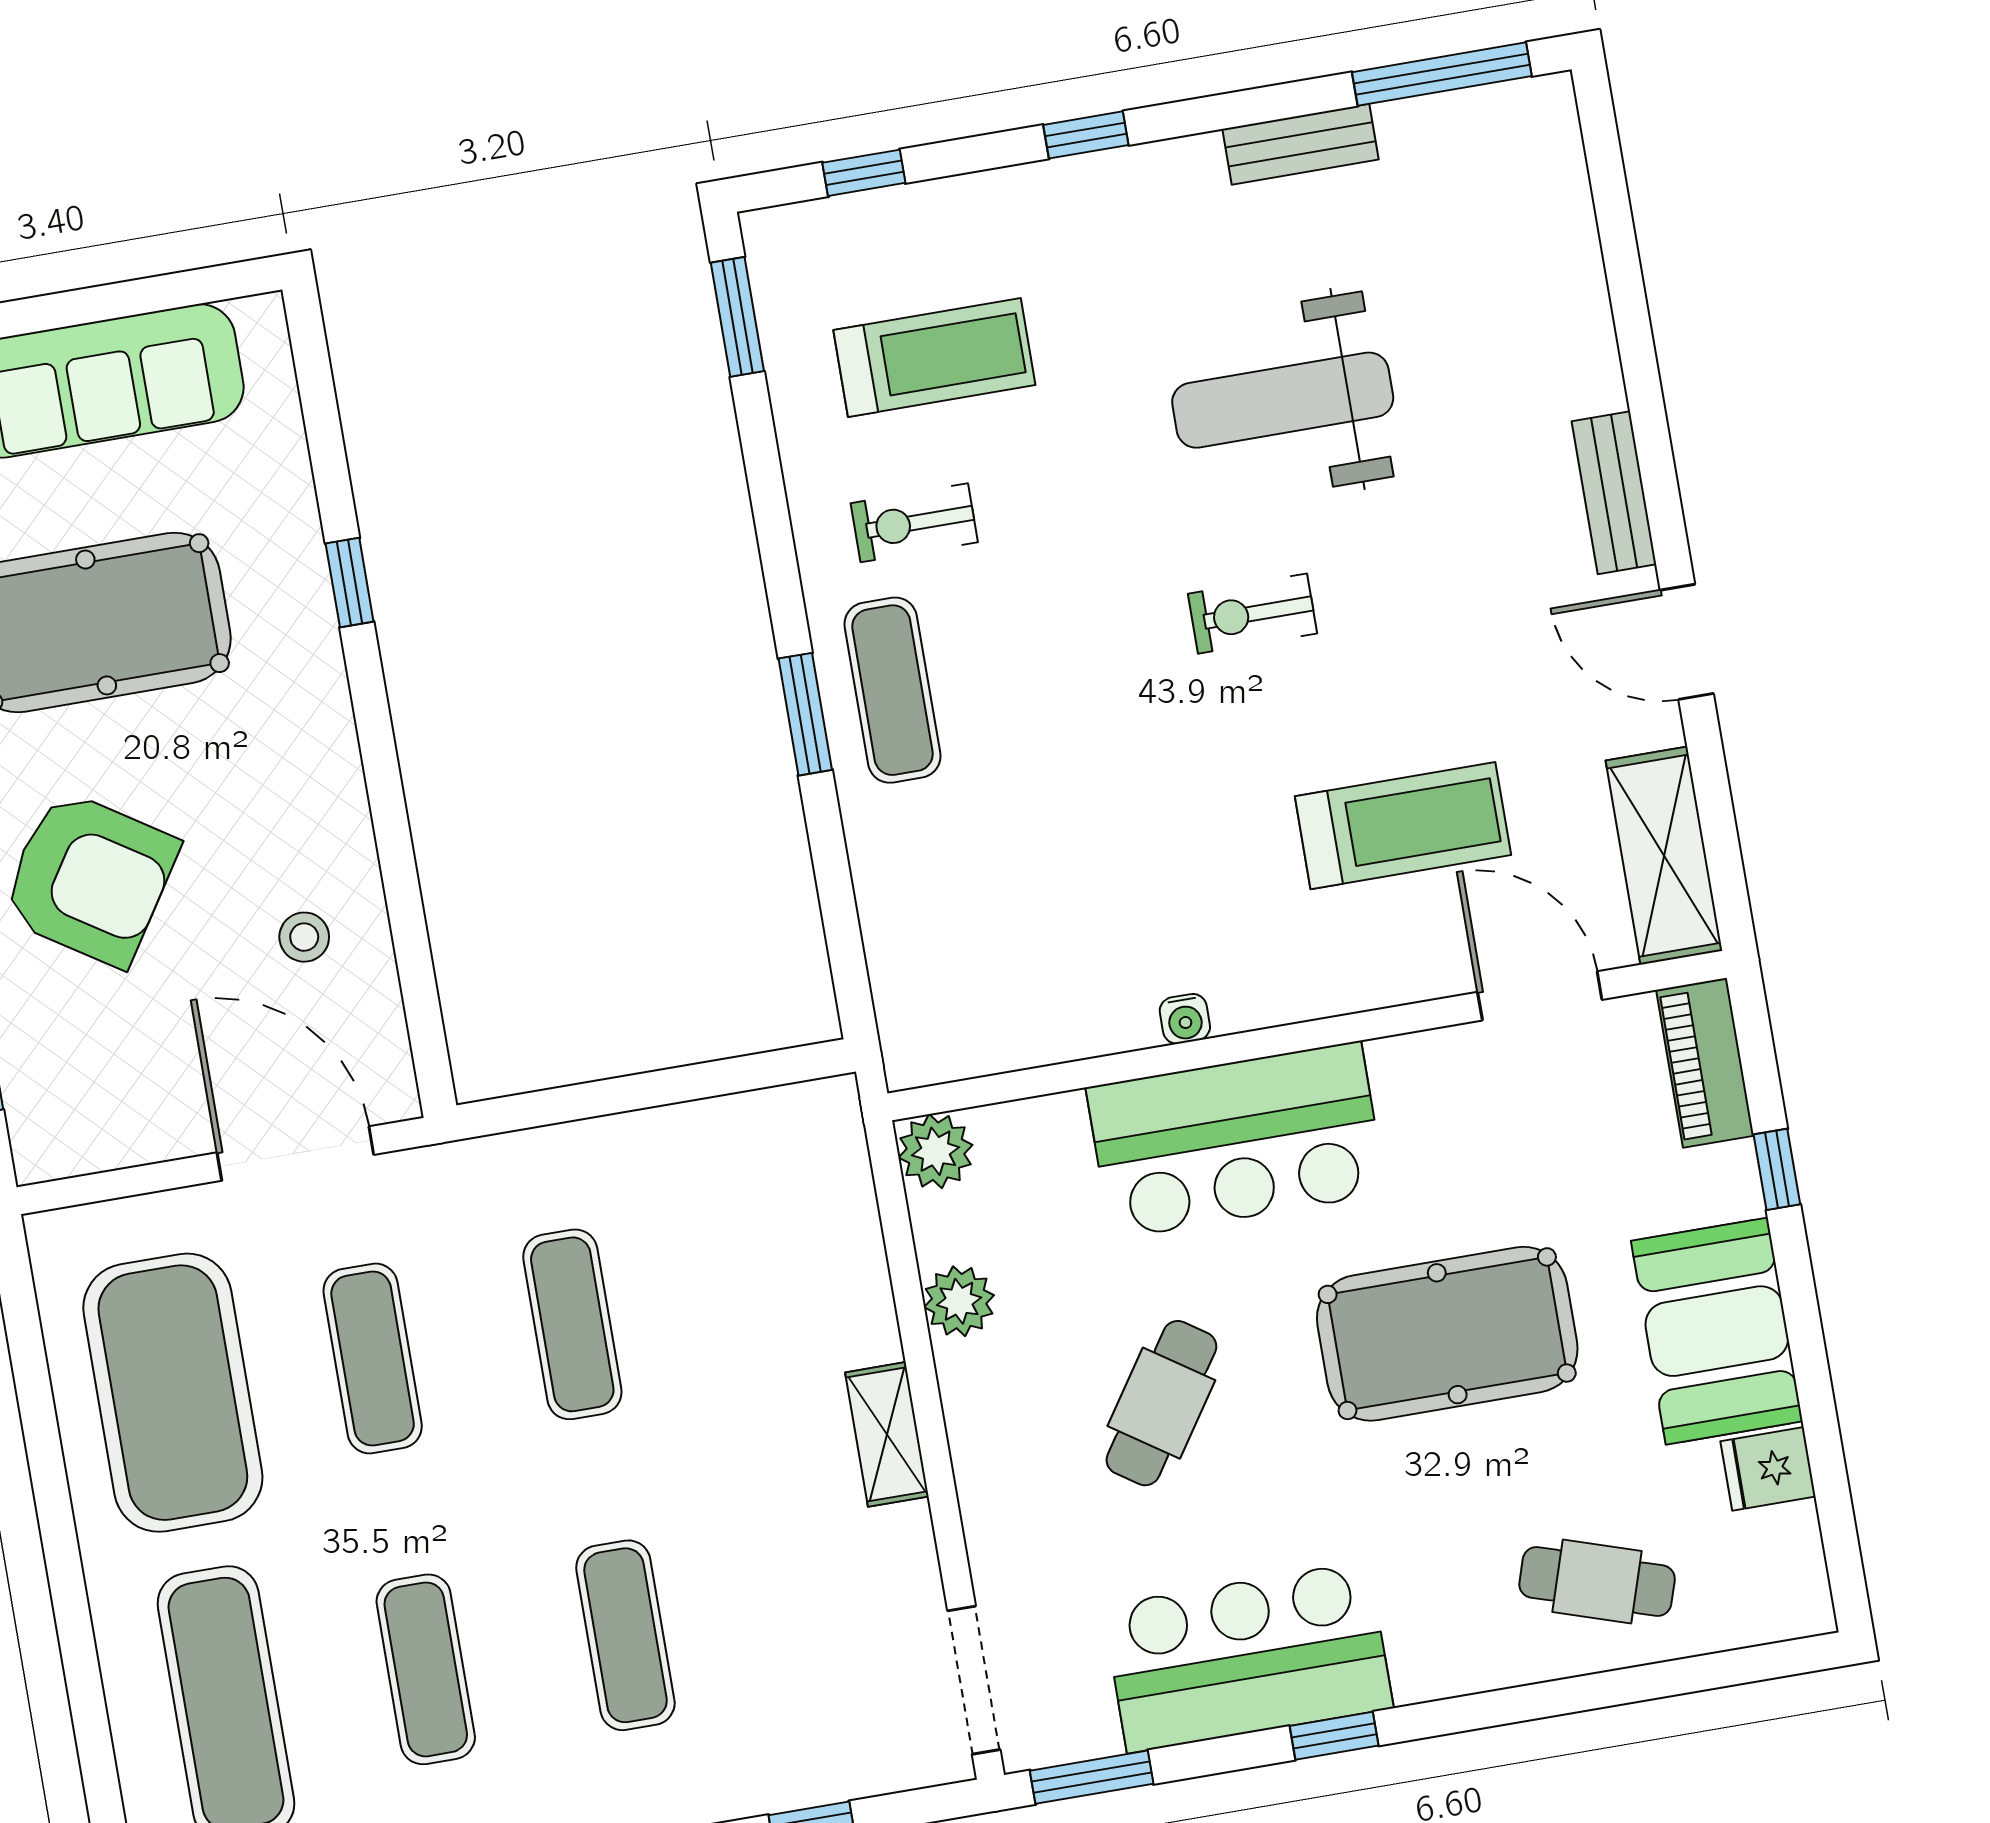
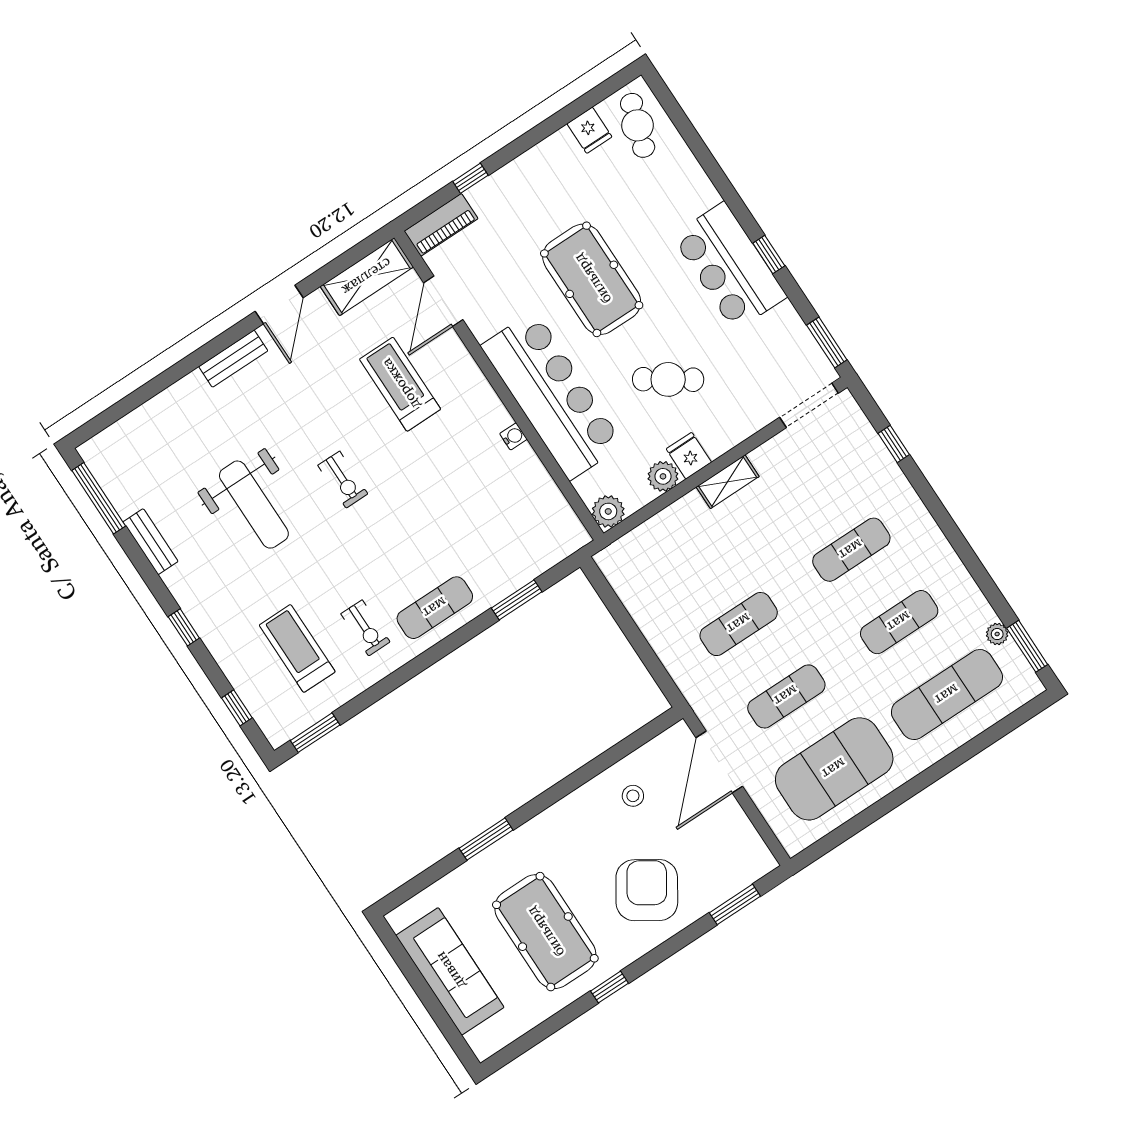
window: (350, 583) -> (486, 839), width x1.50
window: (805, 714) -> (517, 600), moved
bar counter: (1236, 1140) -> (552, 395), width x1.36
booth: (1717, 1331) -> (544, 174), removed
fridge: (979, 1376) -> (689, 456), added
cafe table: (1597, 1582) -> (638, 125), moved
bar counter: (1248, 1657) -> (729, 266), moved

